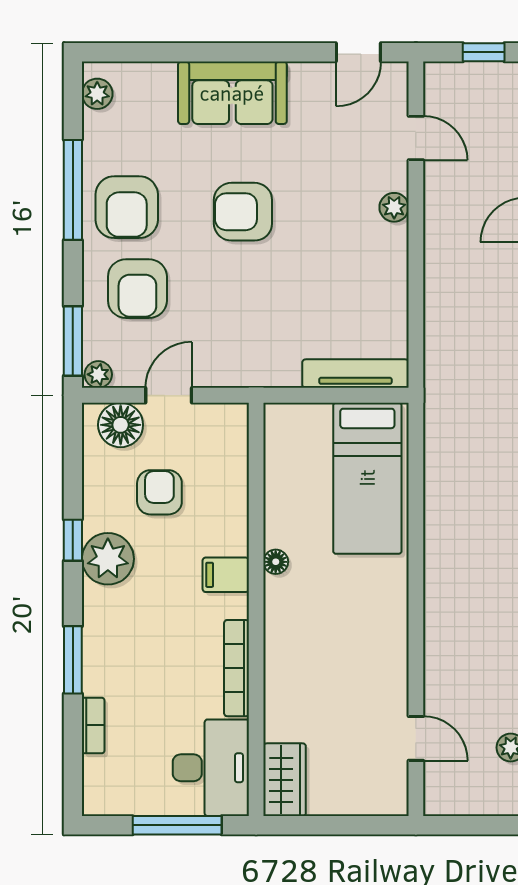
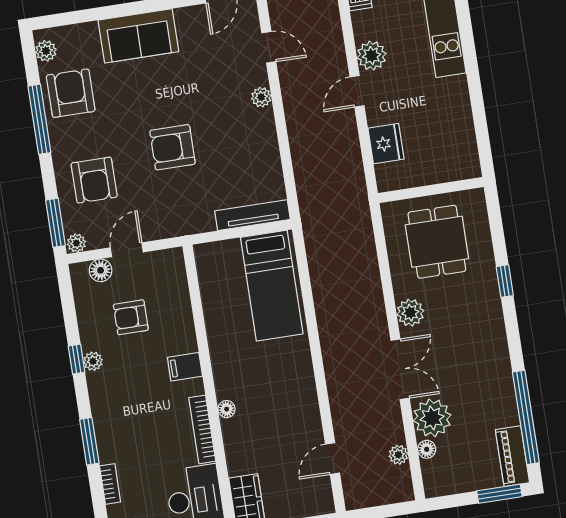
armchair: (127, 207) -> (71, 93), moved, turned 180
armchair: (243, 212) -> (172, 147), moved
floor lamp: (121, 425) -> (101, 270), width x0.73, depth x0.73
armchair: (159, 492) -> (131, 317), turned -90
plant: (108, 559) -> (93, 361), width x0.53, depth x0.53
floor lamp: (276, 562) -> (227, 409), moved
door: (416, 738) -> (332, 459), swing flipped

